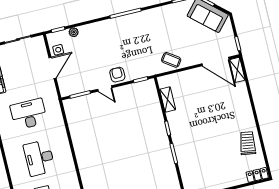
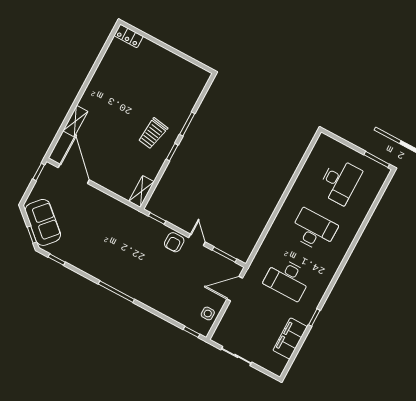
plant: (74, 32) -> (179, 317), removed
coffee table: (171, 60) -> (113, 212), removed
door: (52, 68) -> (235, 289), moved
shelving: (237, 70) -> (75, 121), moved
shelving: (168, 99) -> (142, 191), moved
trolley: (248, 143) -> (153, 133), moved
desk: (39, 158) -> (314, 230), turned -90

